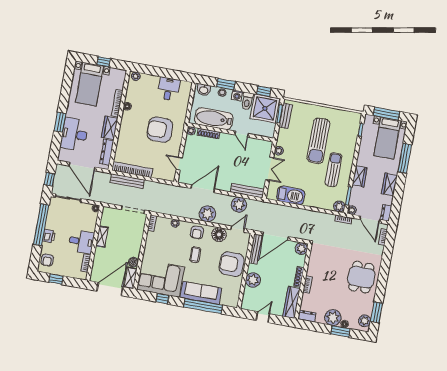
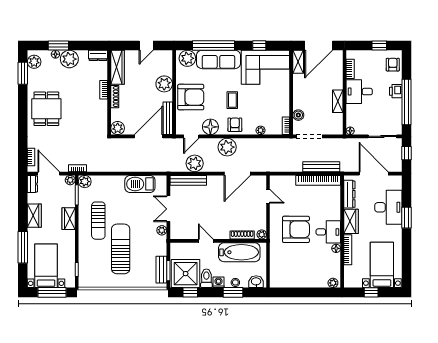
desk: (169, 89) -> (328, 232), moved, turned -90
boiler: (133, 262) -> (298, 115), moved
plant: (228, 299) -> (187, 58), added

